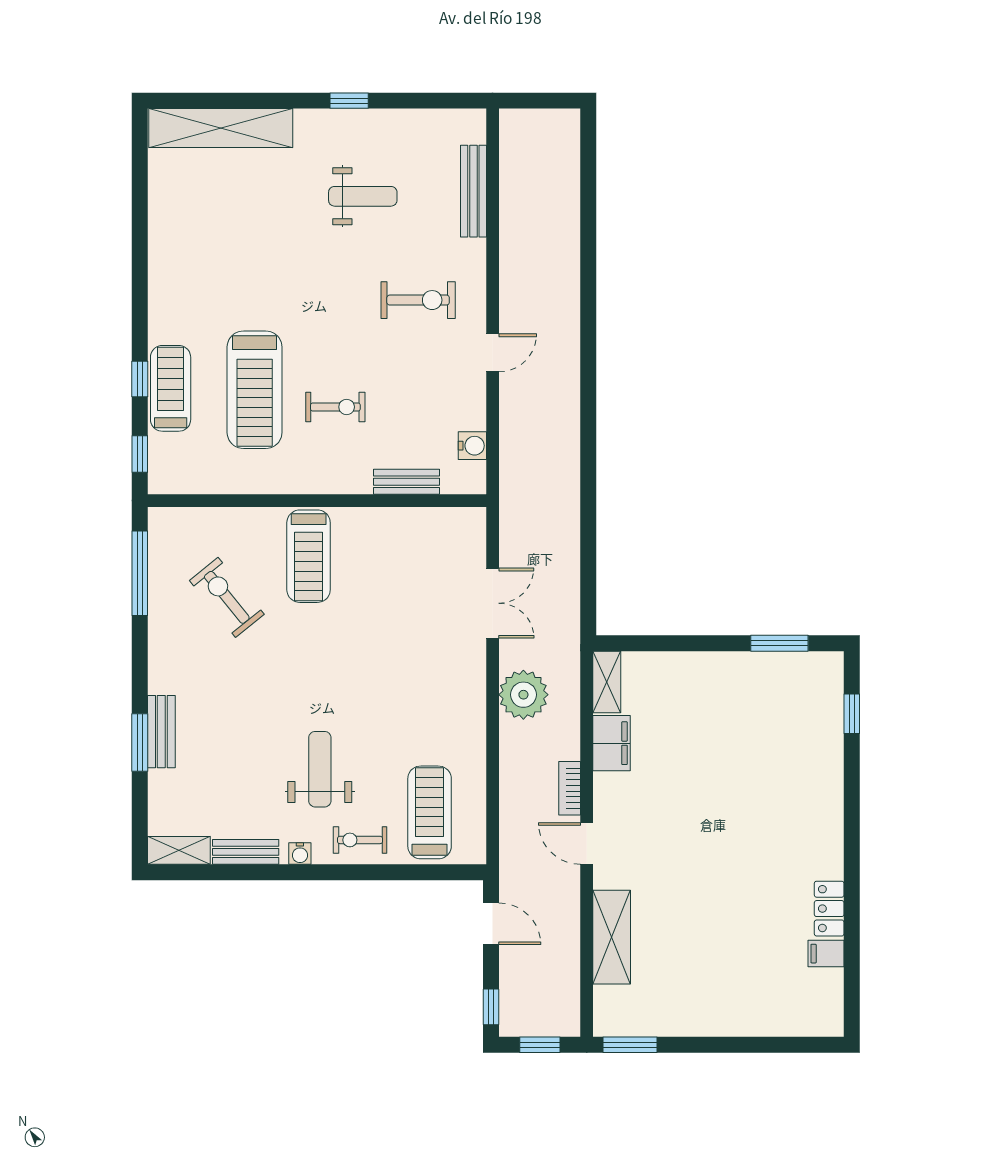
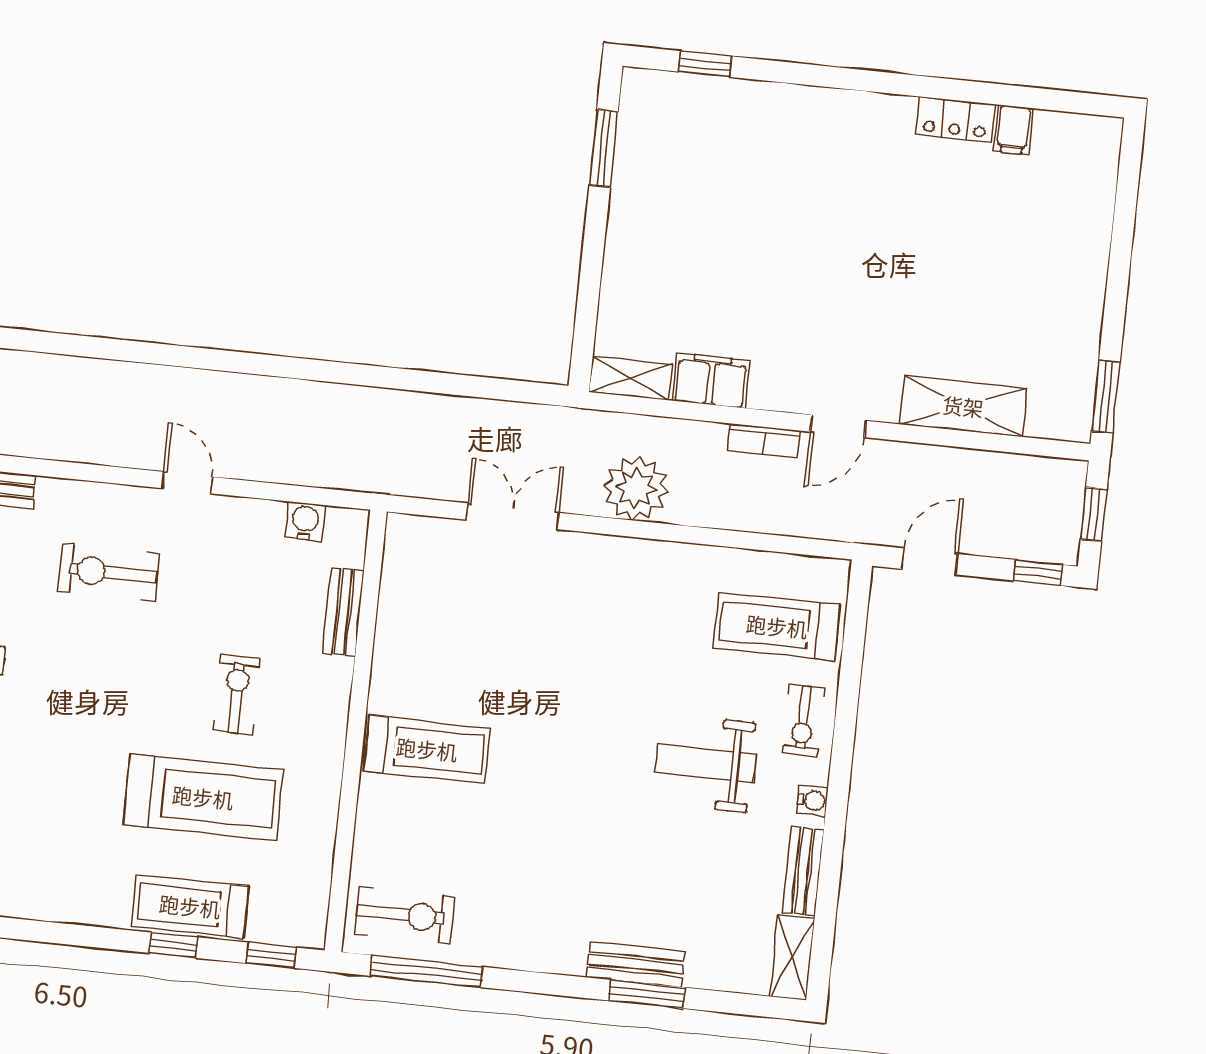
exercise bike: (418, 300) -> (108, 572), turned -90
exercise bike: (227, 597) -> (405, 915), moved, turned -141

